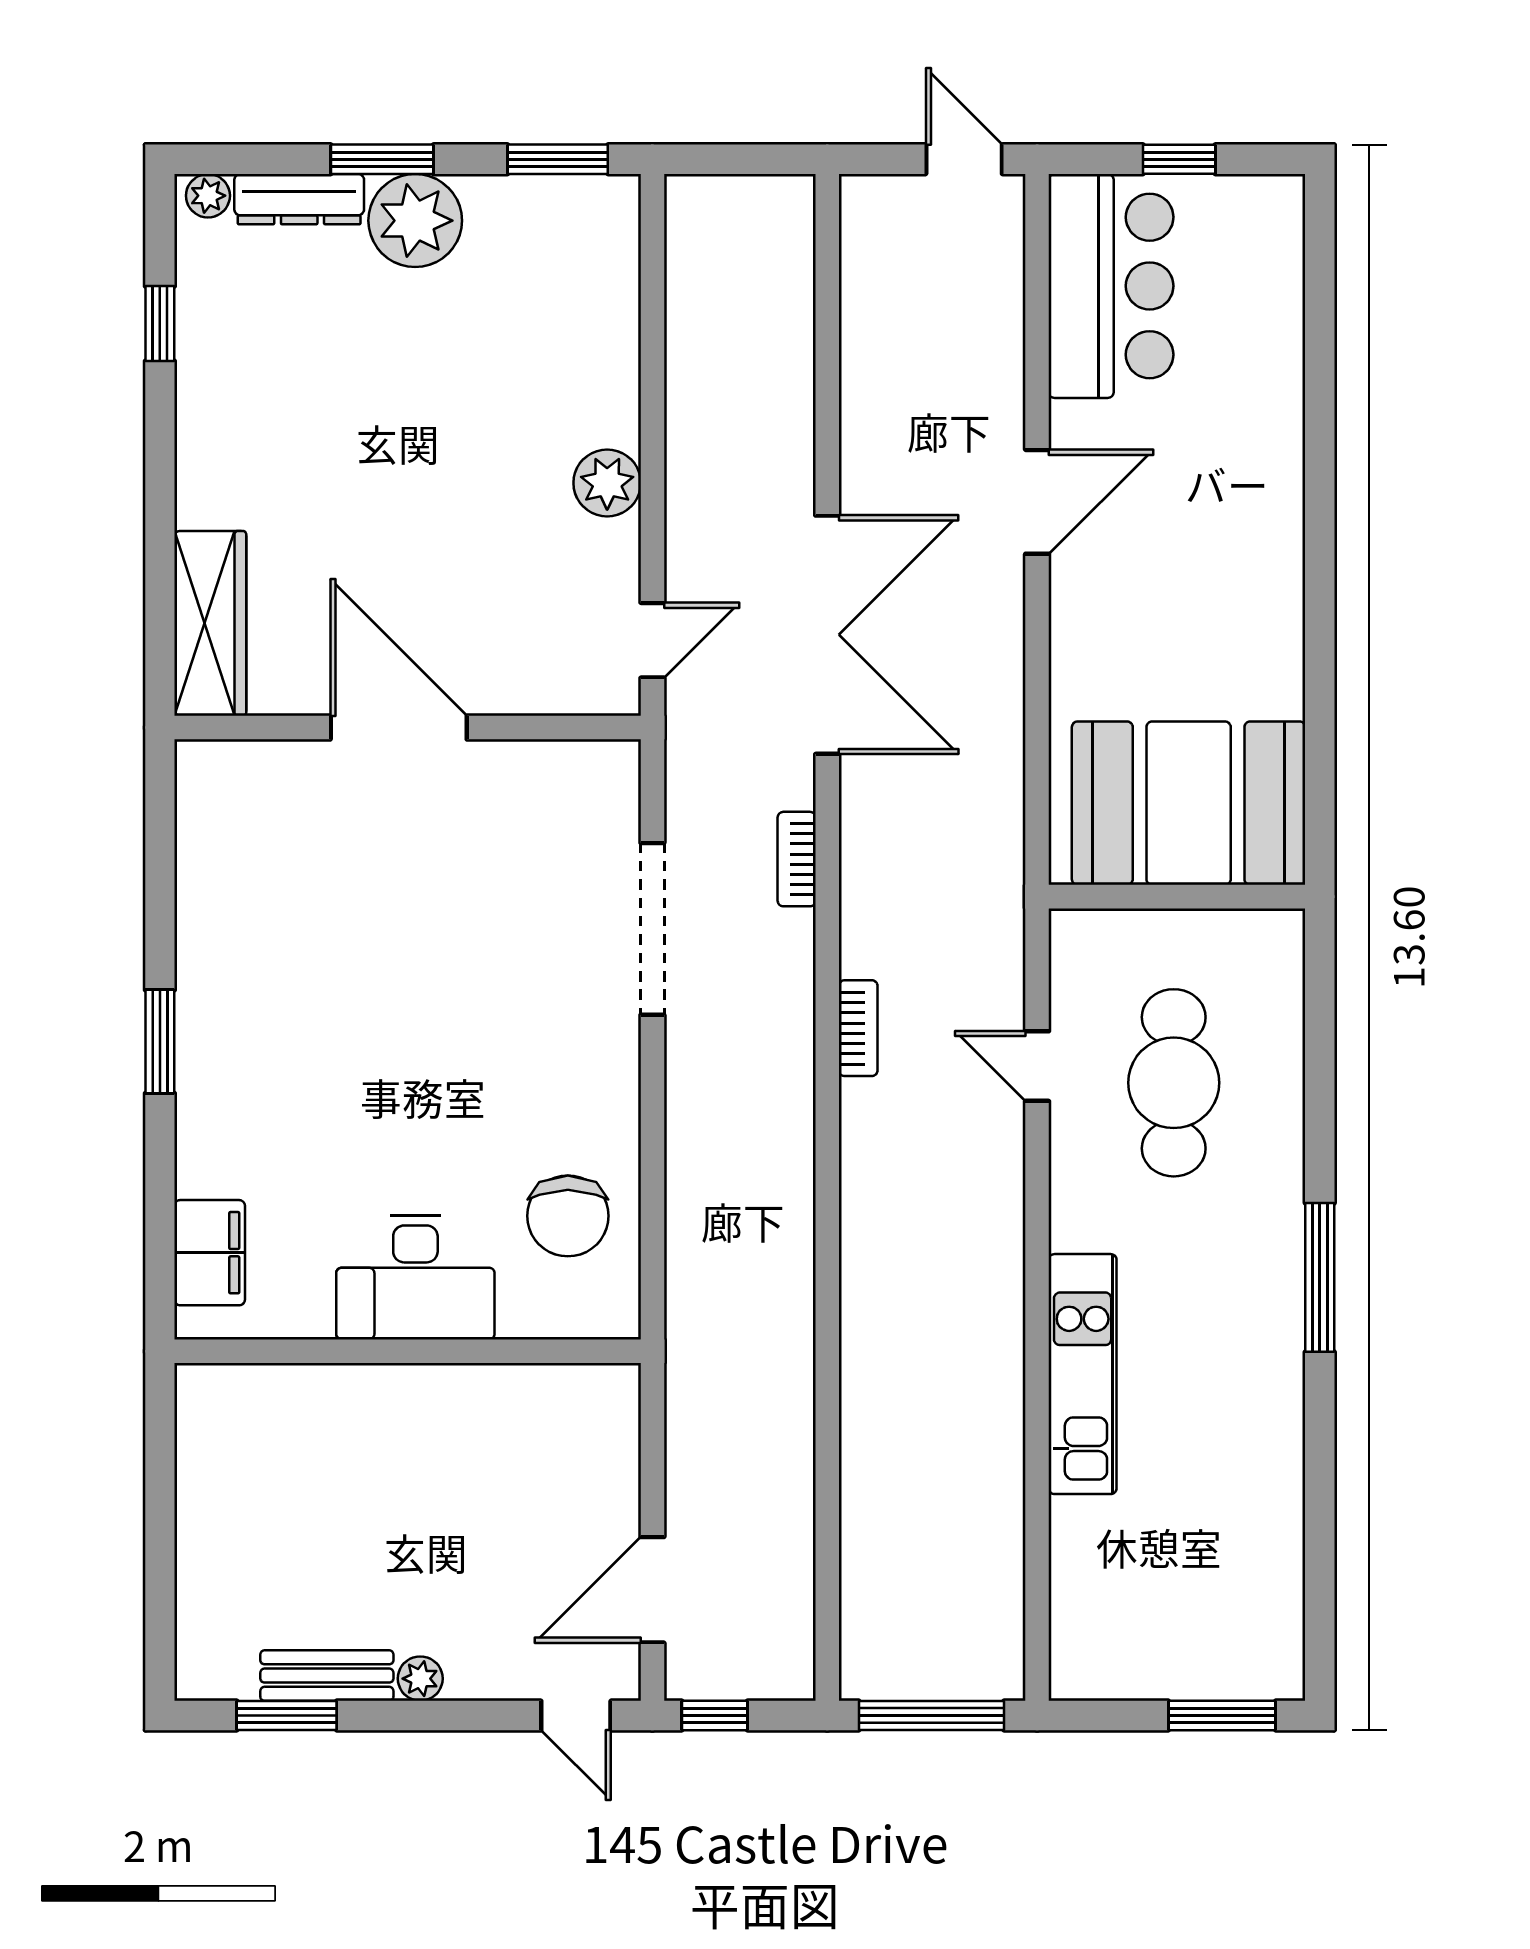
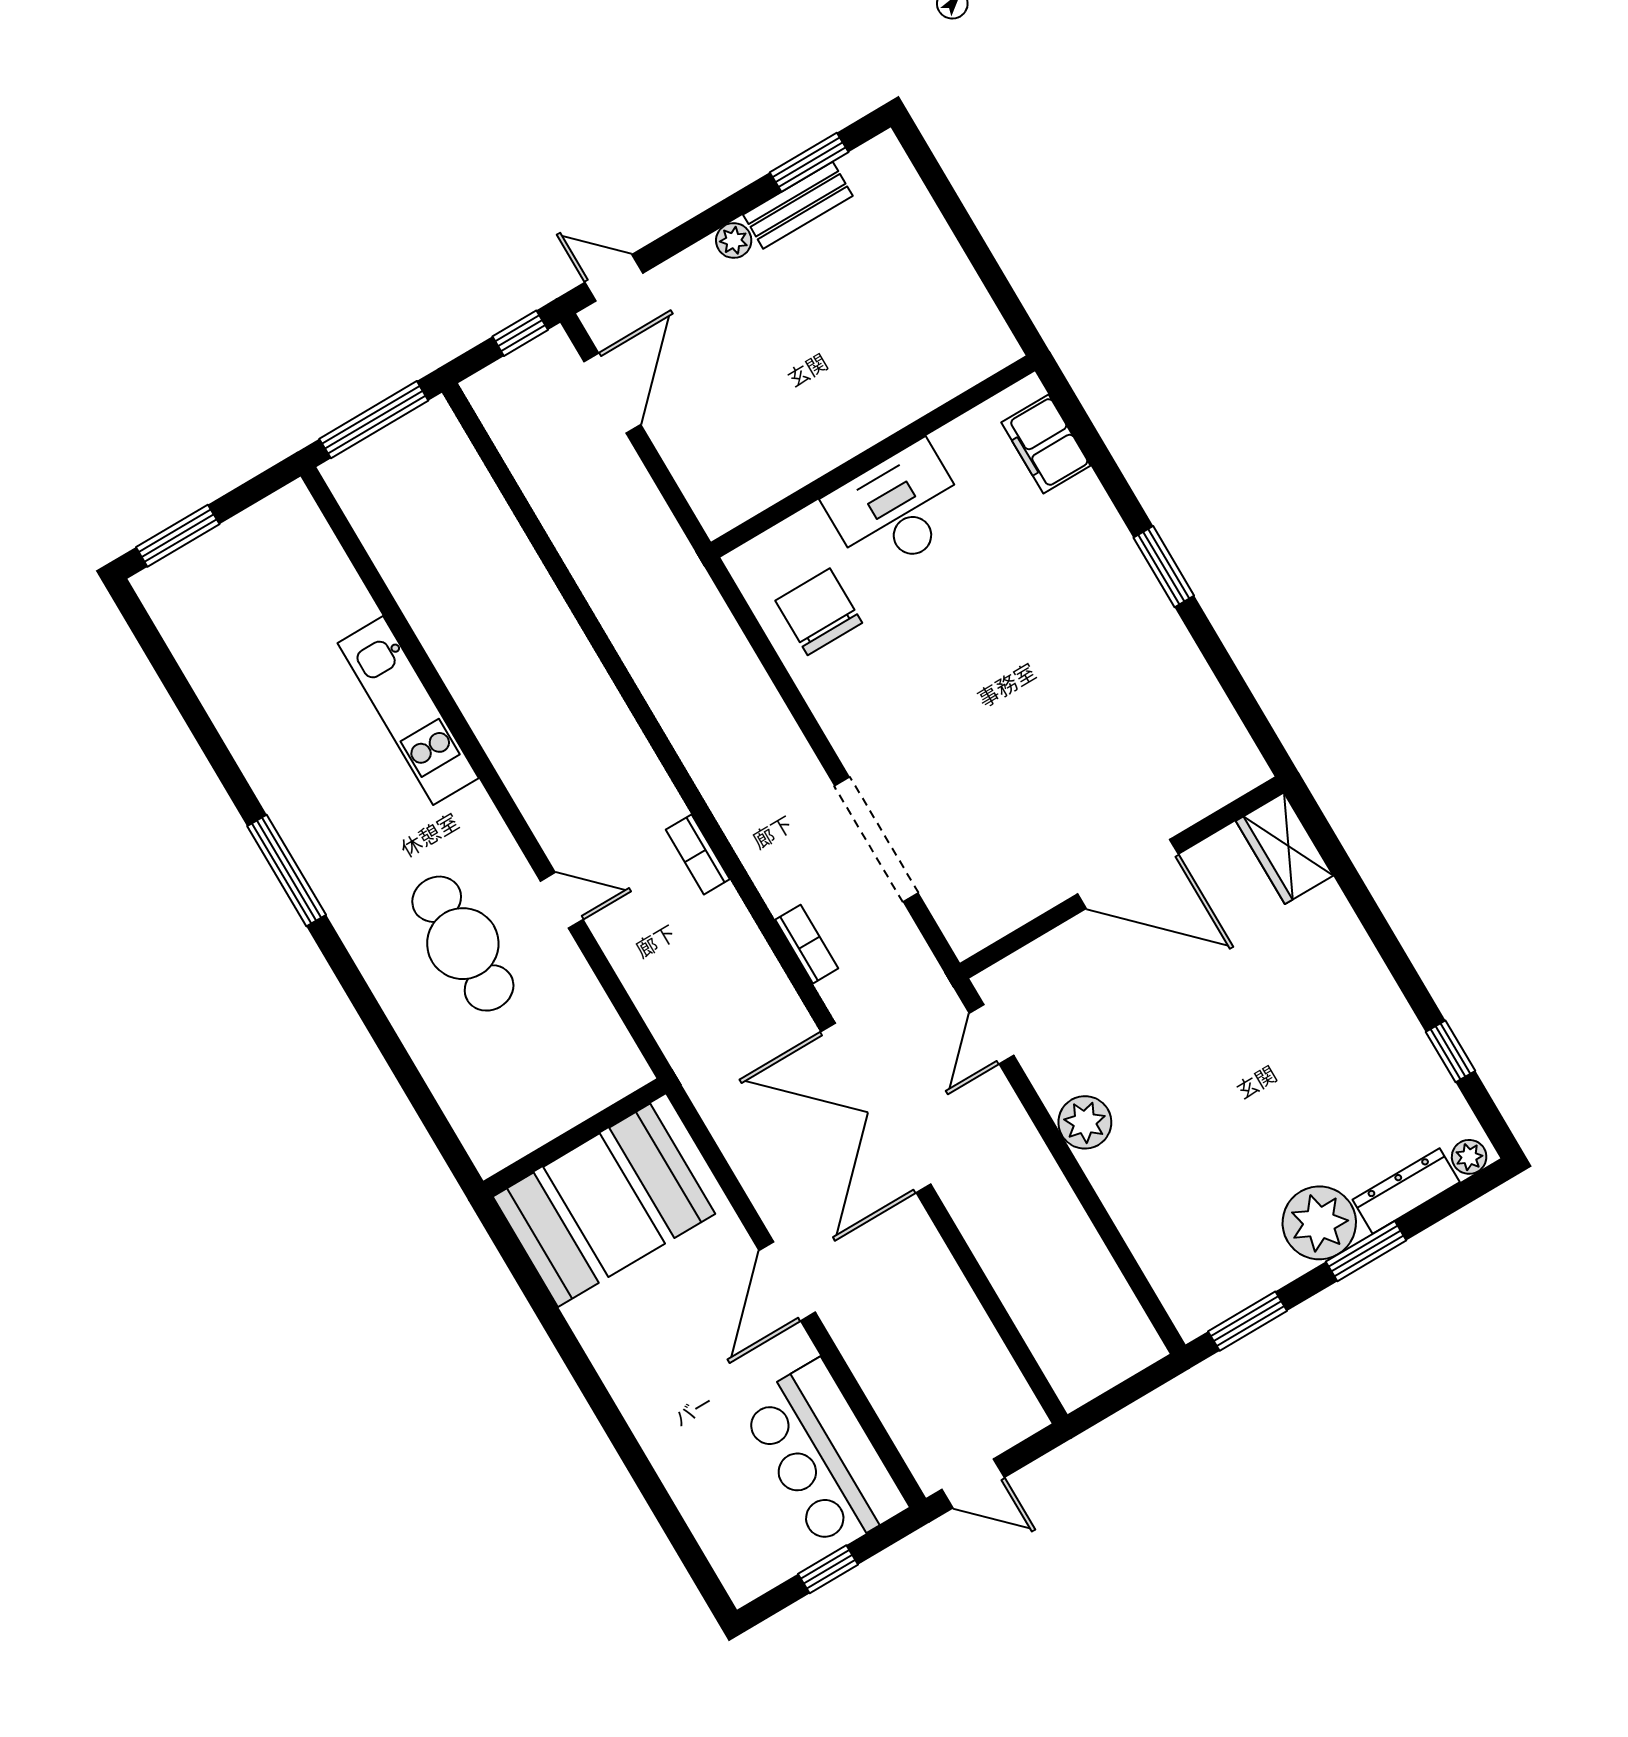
wardrobe: (210, 623) -> (1284, 848), width x0.67
booth: (1189, 803) -> (604, 1205), moved
wall: (1177, 897) -> (575, 1138), moved

